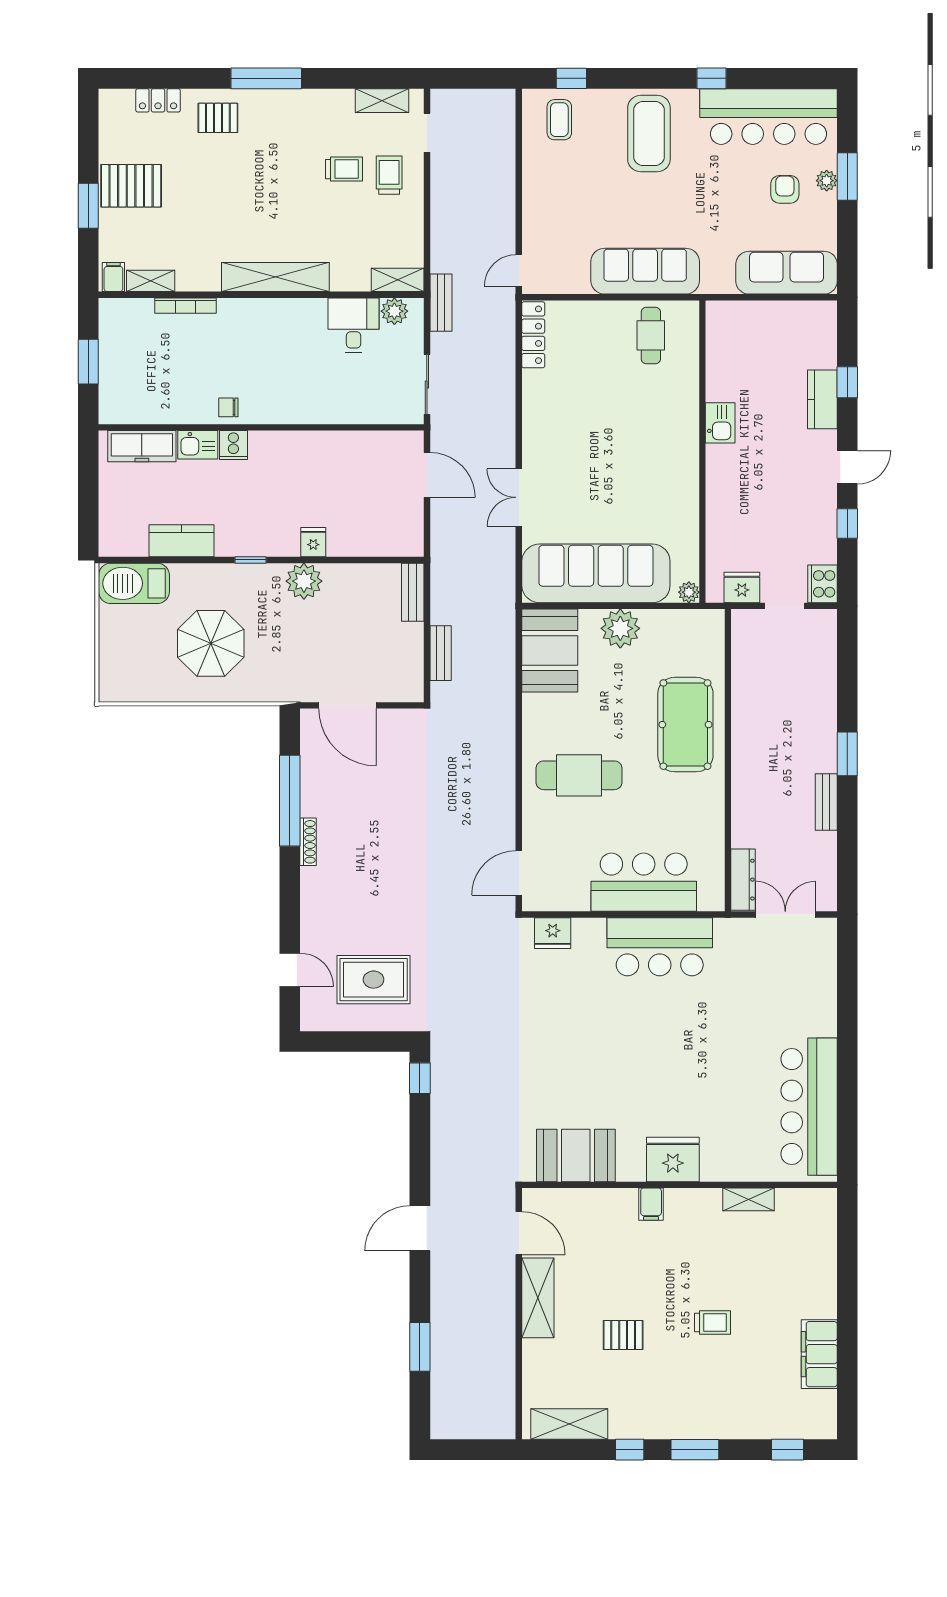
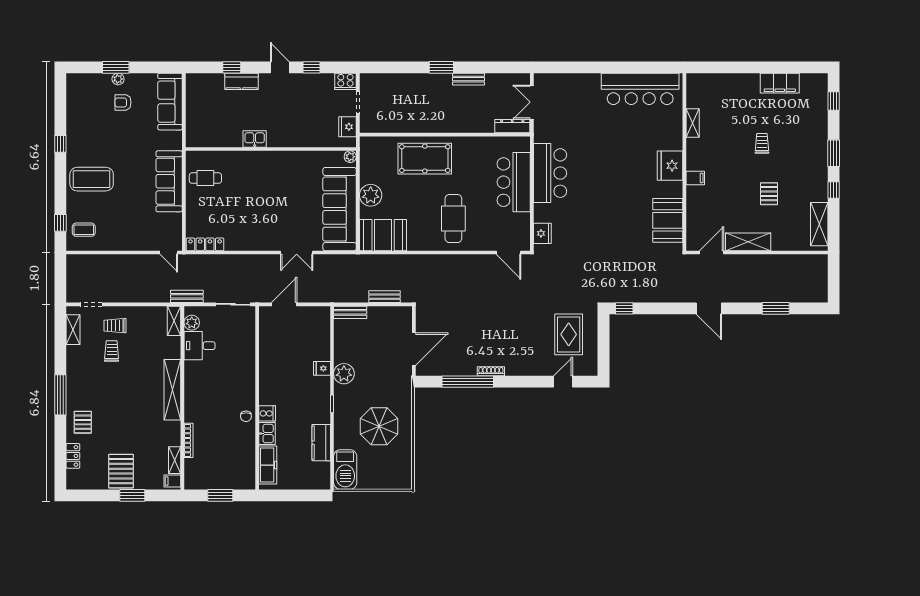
bar counter: (768, 117) -> (82, 112), removed

